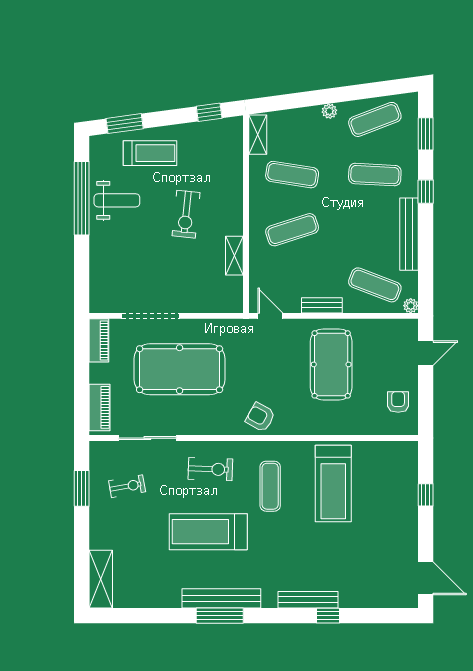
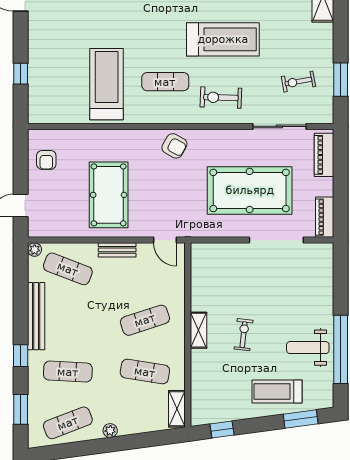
exercise bike: (186, 214) -> (244, 335), width x0.73, depth x0.72
shelving: (234, 256) -> (198, 330), moved
exercise mat: (270, 486) -> (165, 82), turned 90

